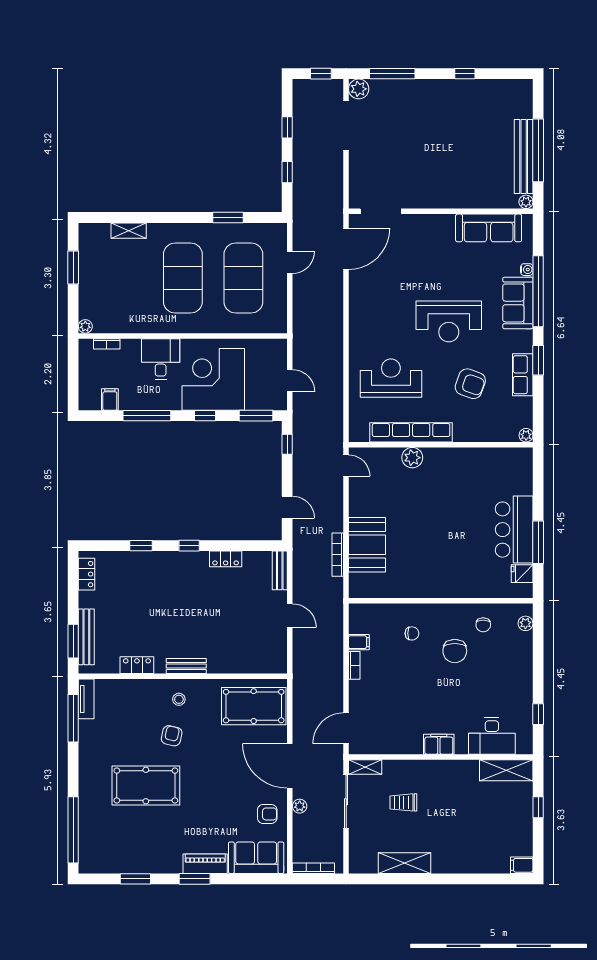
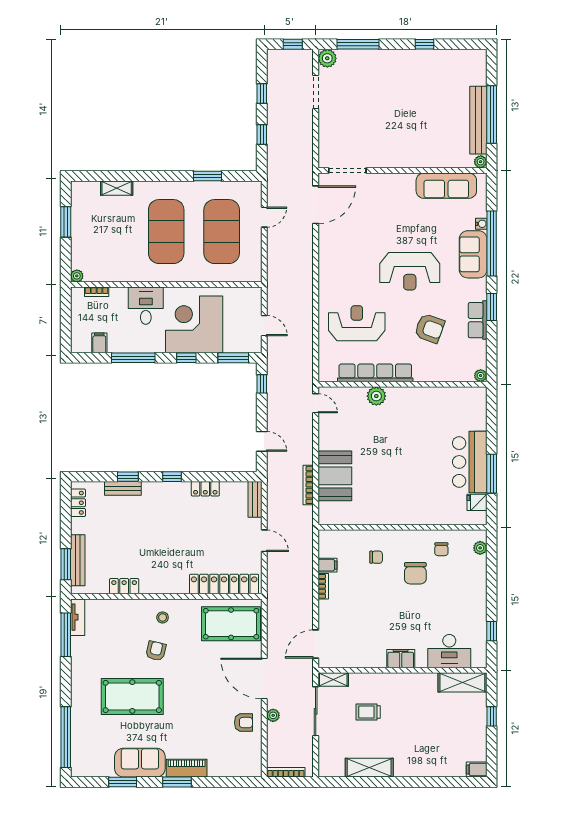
doorway: (346, 126) -> (316, 92), width x0.73
locker: (246, 663) -> (224, 584), added
bench: (186, 666) -> (123, 488), moved
sofa: (256, 858) -> (140, 763), moved

